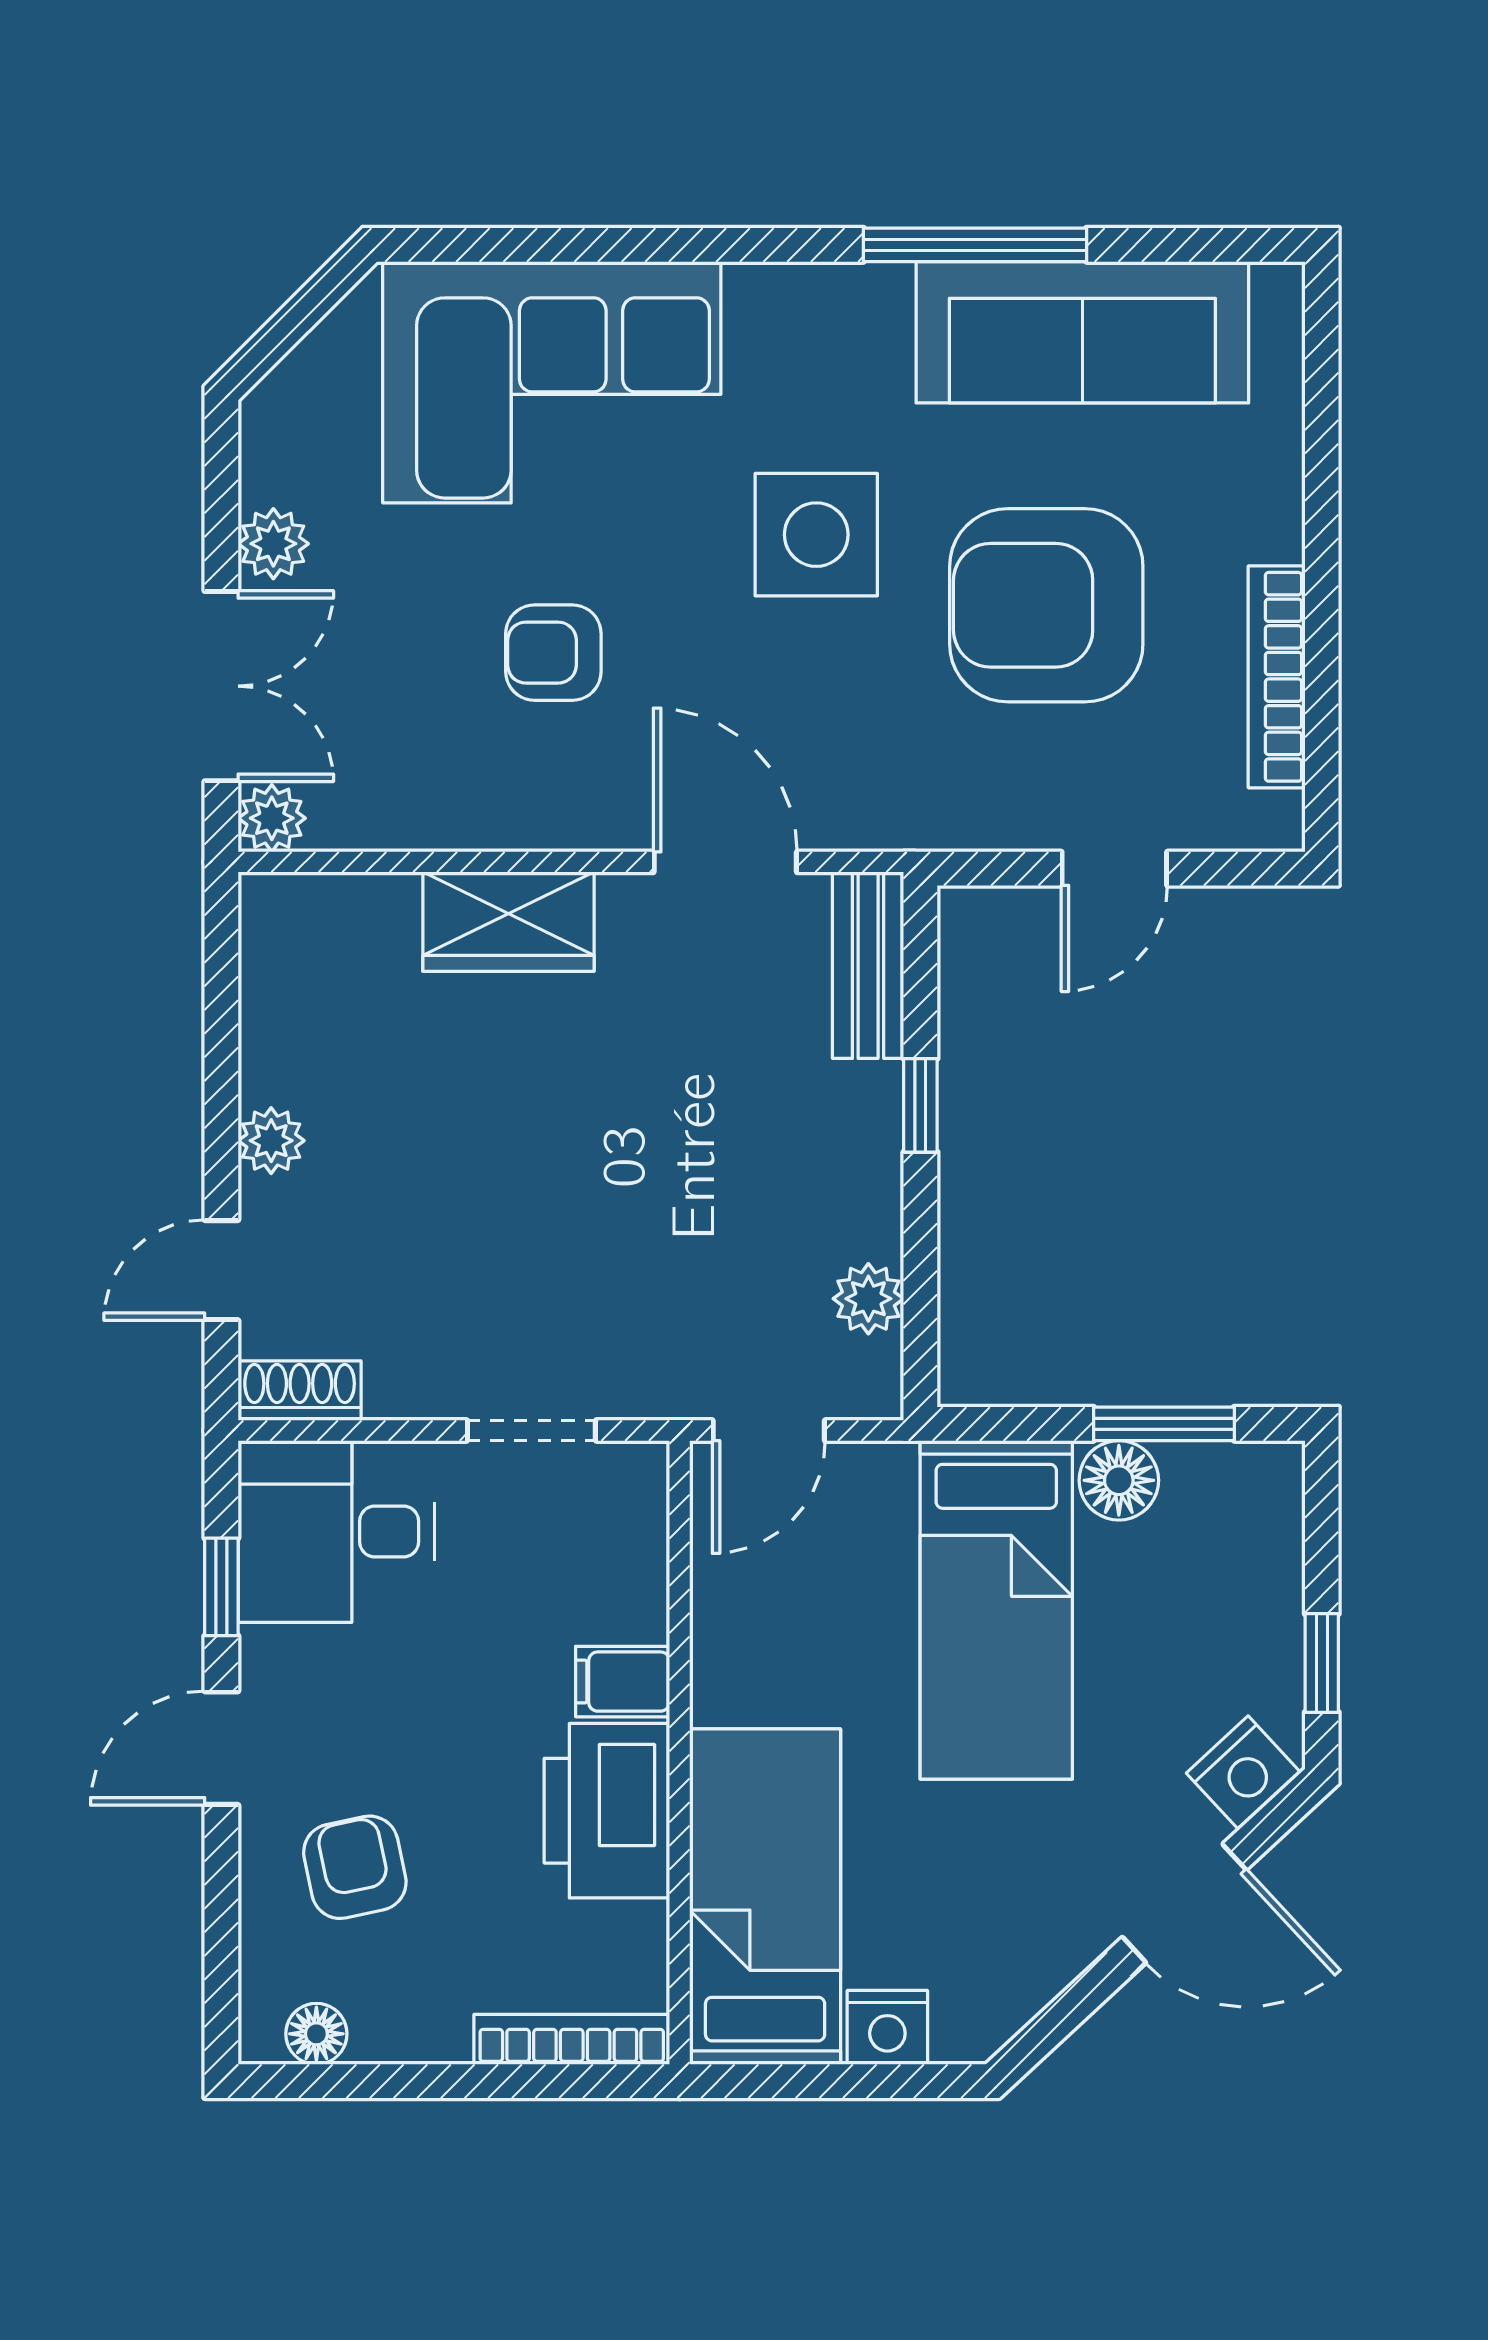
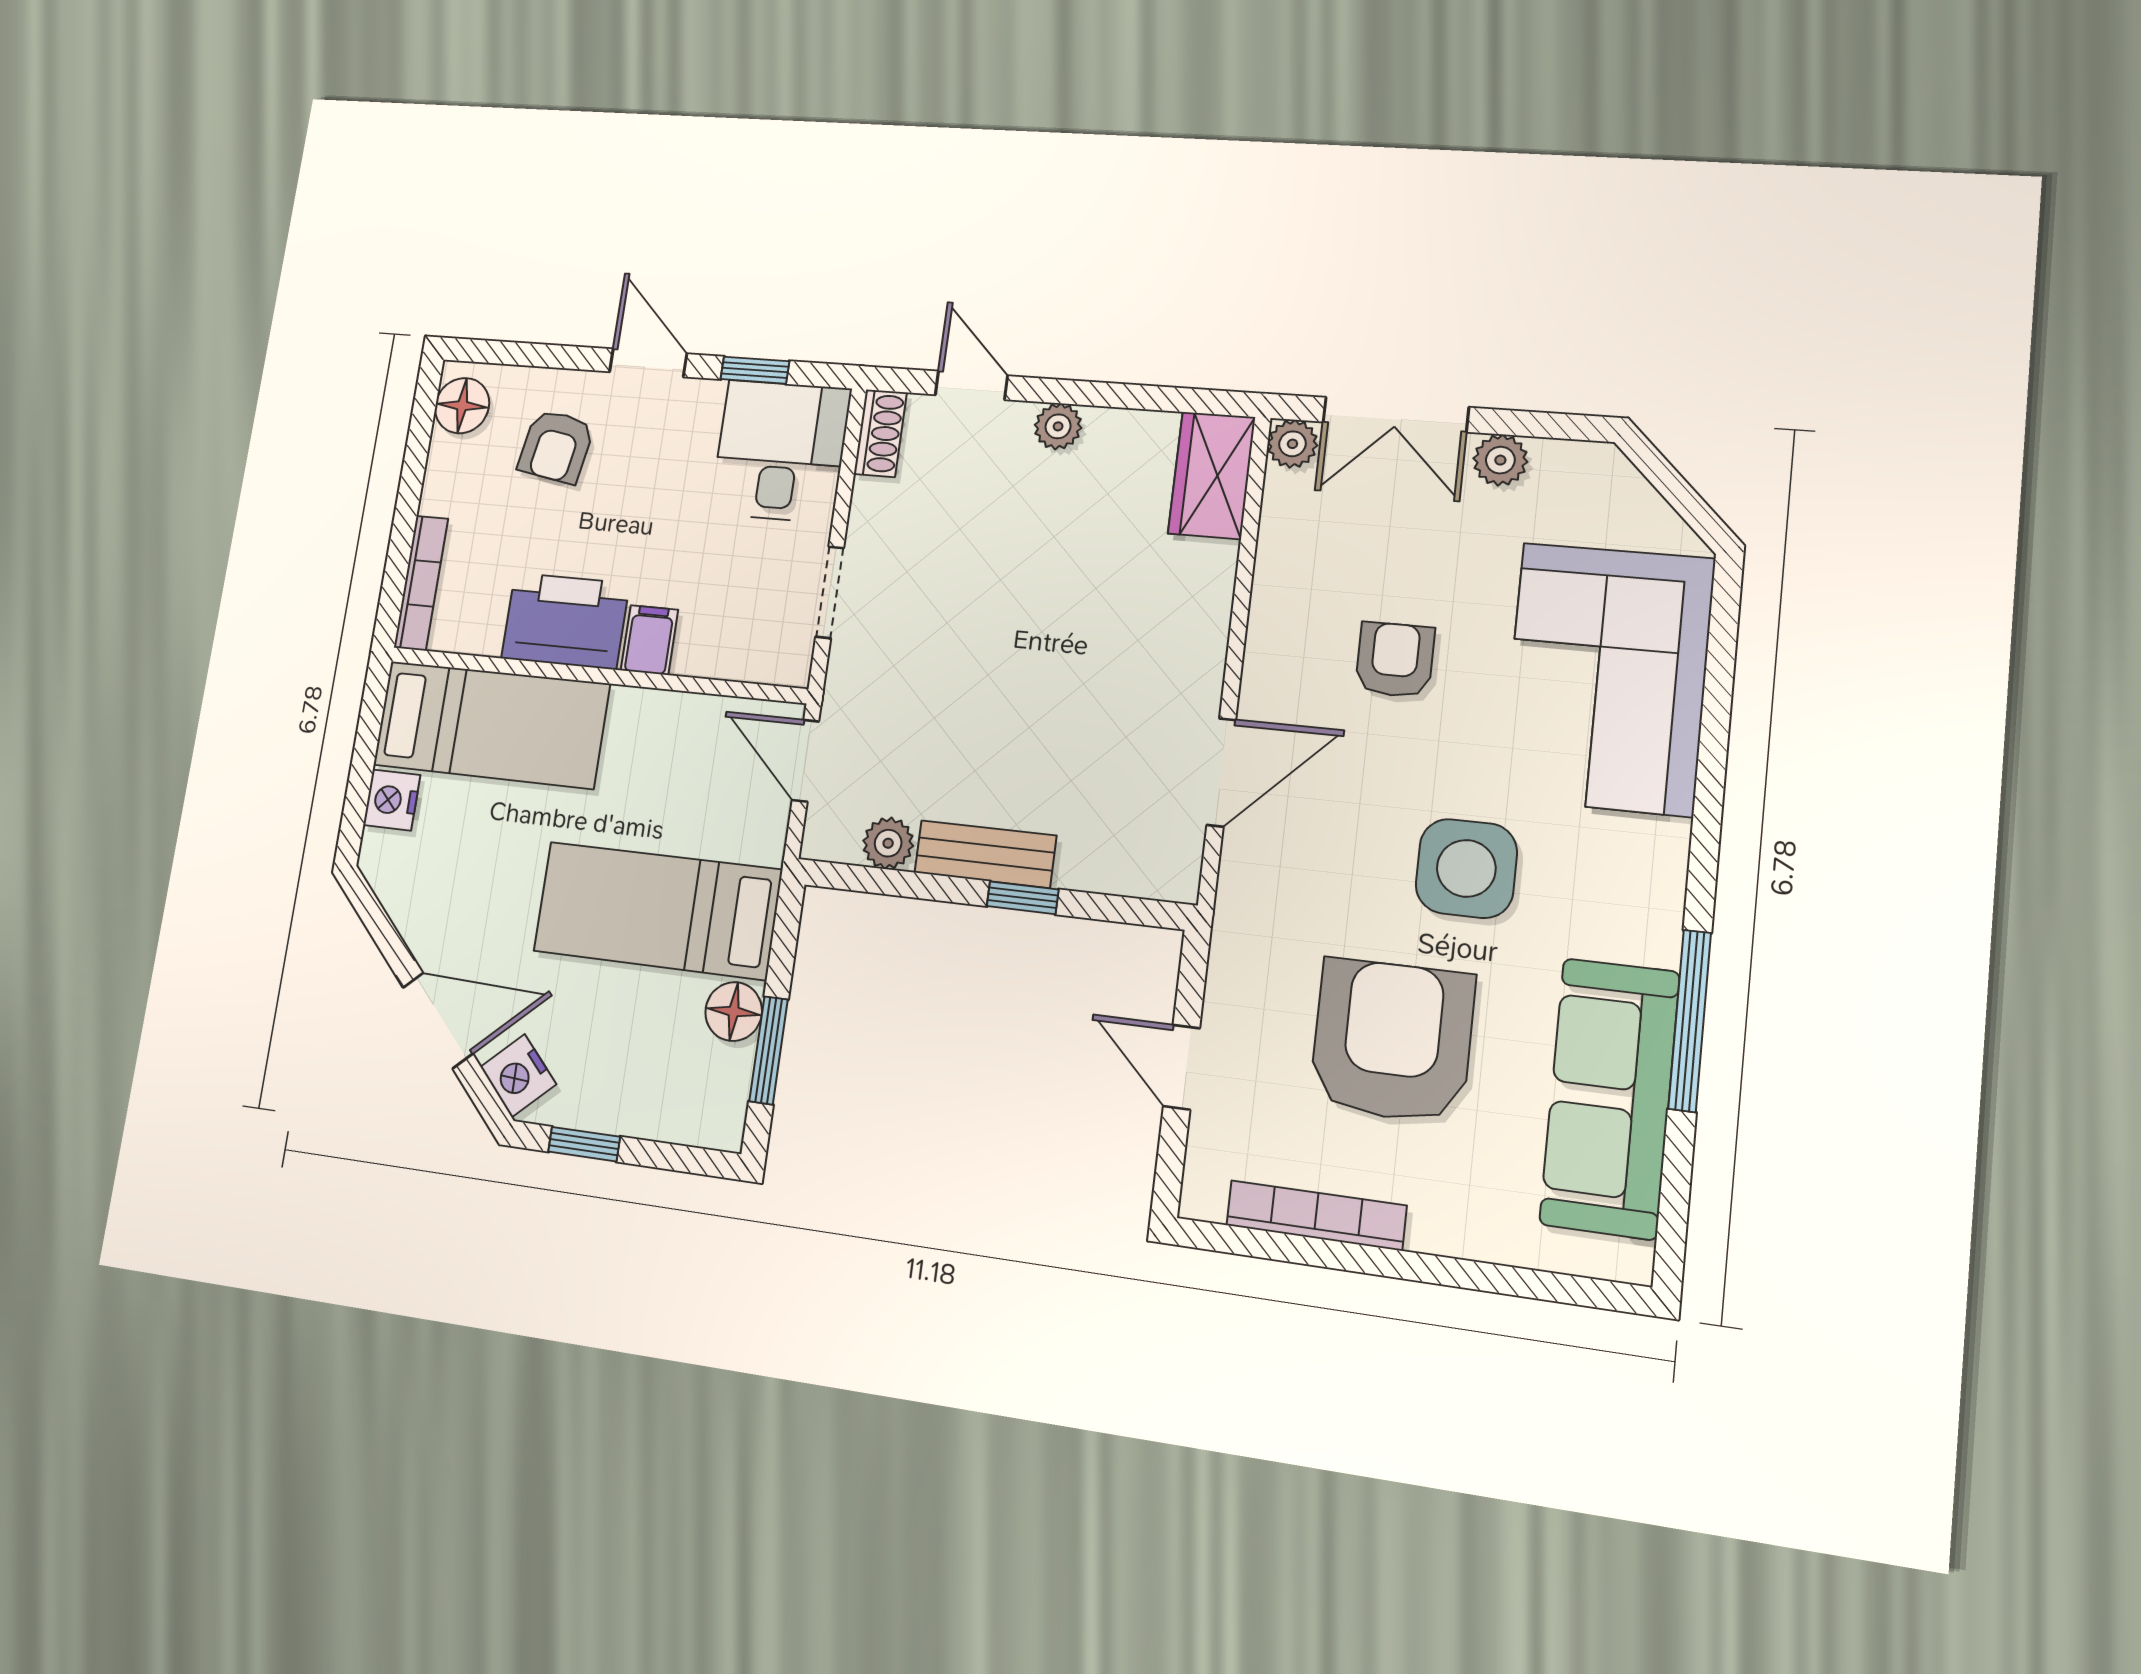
wardrobe: (508, 922) -> (1212, 475), moved
bench: (868, 965) -> (985, 854), moved
armchair: (355, 1867) -> (556, 446), turned 112
door: (1184, 1903) -> (438, 1020), swing flipped
floor lamp: (316, 2034) -> (462, 406), width x1.37, depth x1.37

